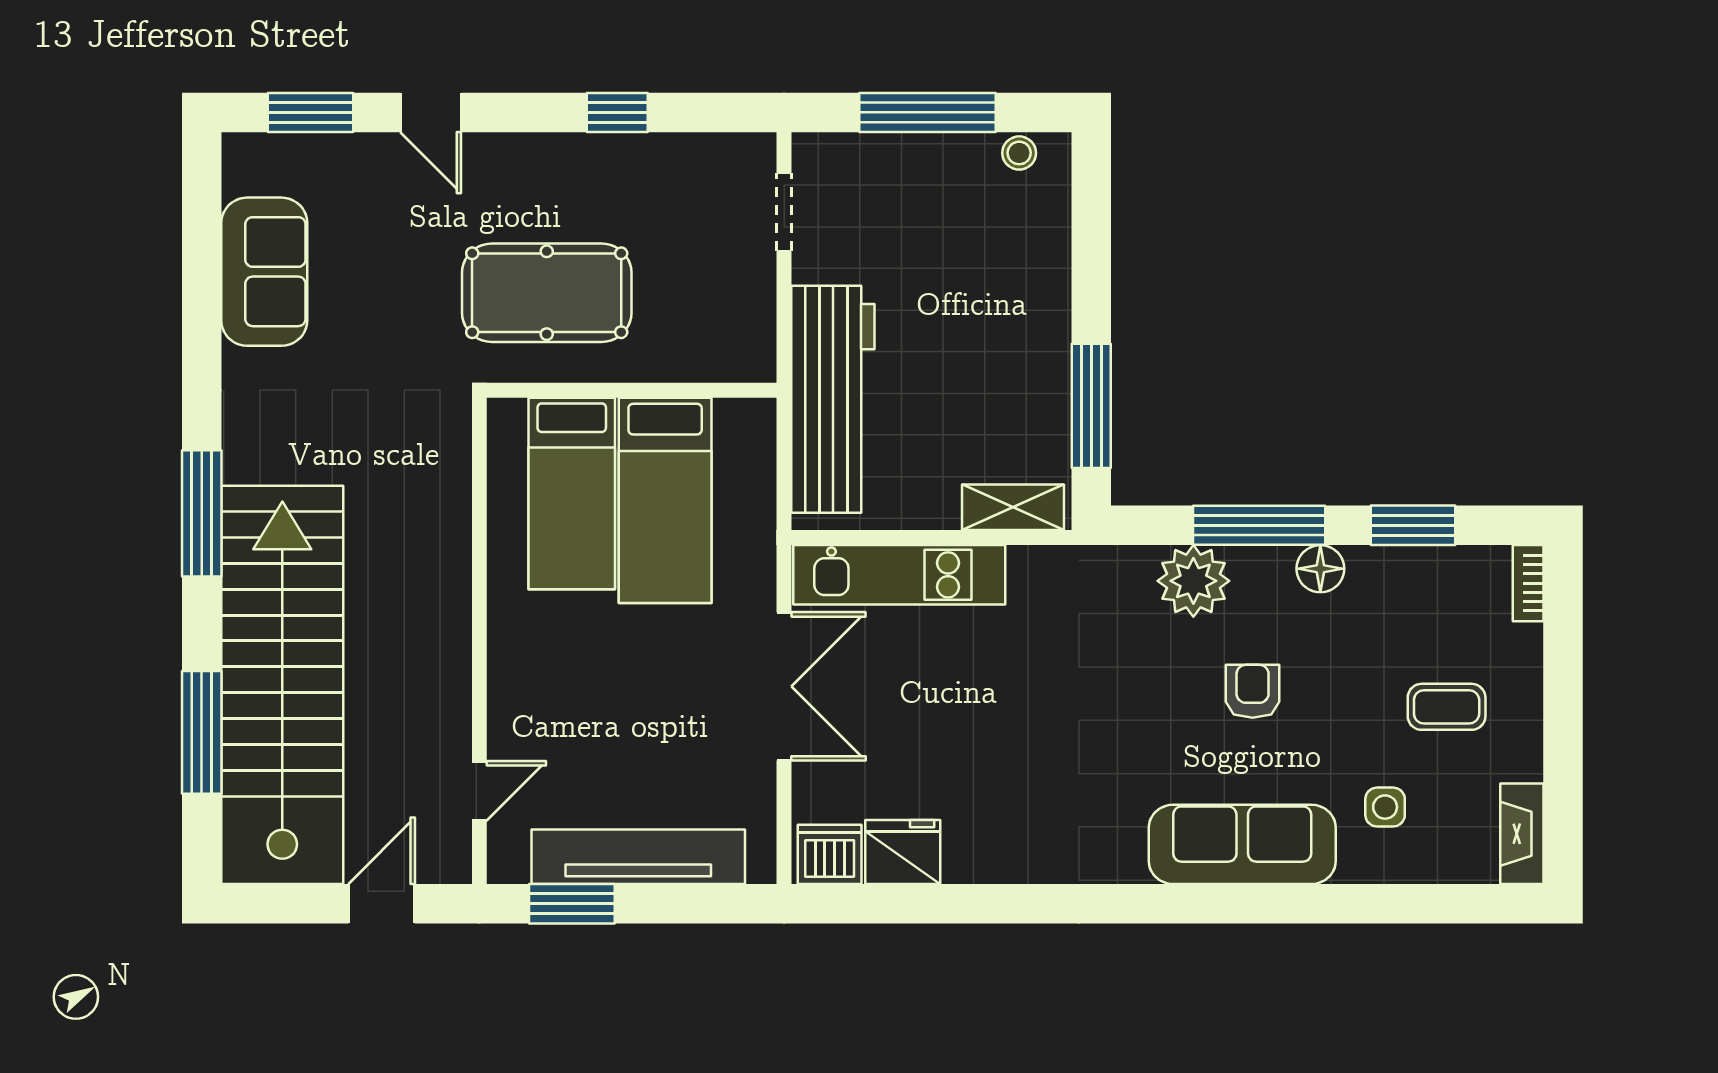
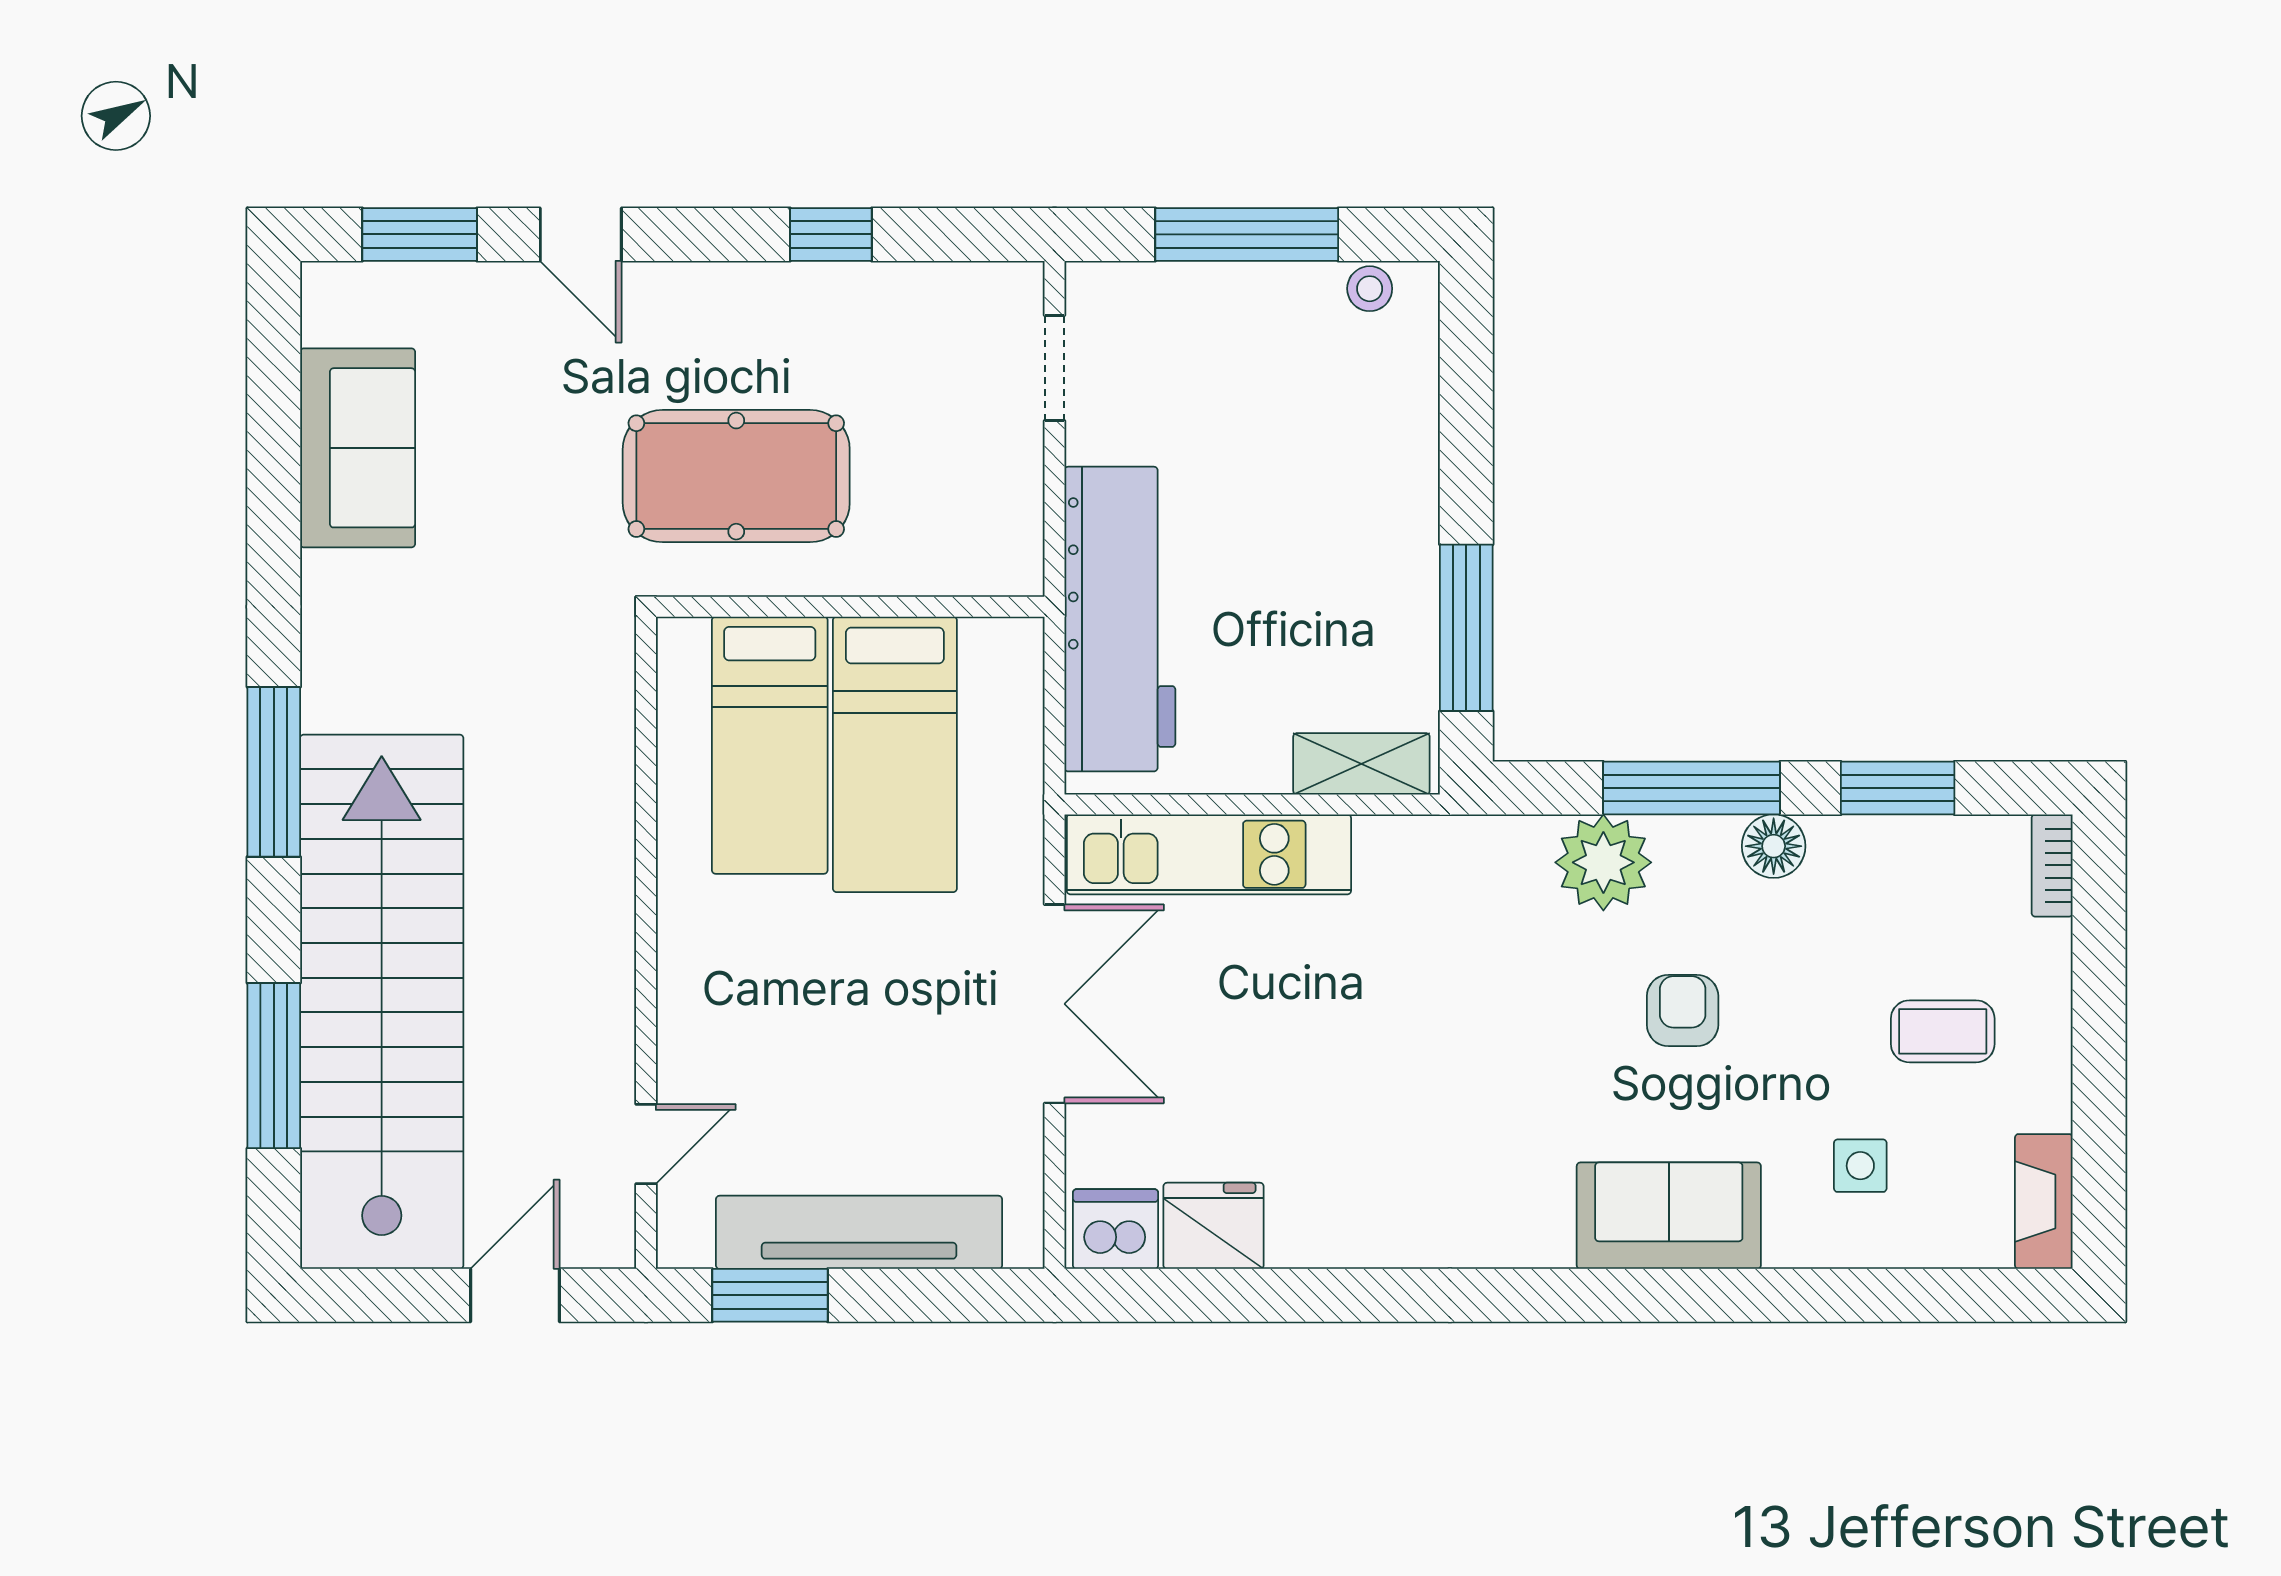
sofa: (1242, 844) -> (1669, 1216), width x0.73

